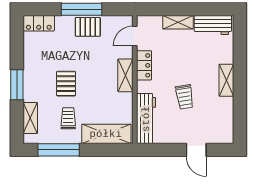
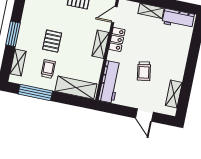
shelving: (226, 80) -> (174, 94), moved

